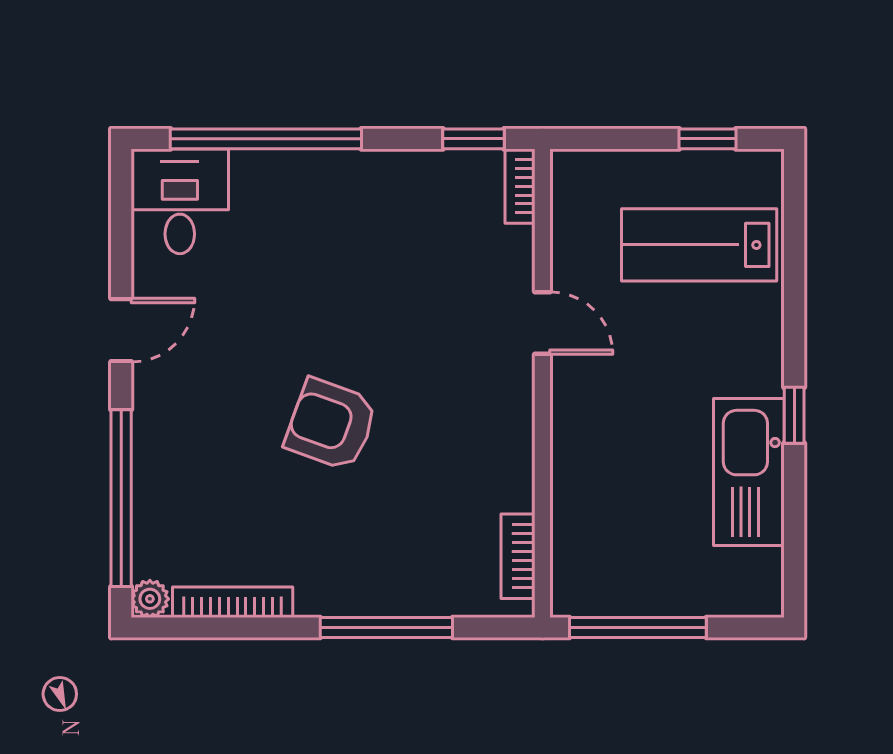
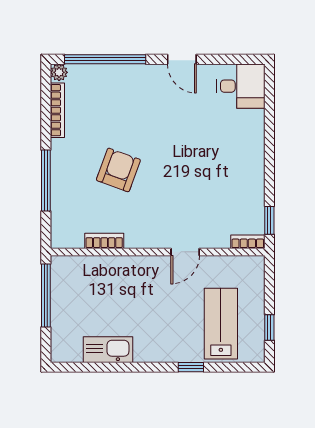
window: (266, 139) -> (269, 125), removed
window: (794, 415) -> (191, 367), moved
armchair: (331, 424) -> (118, 170), moved
kitchen sink: (749, 472) -> (108, 350), width x0.73, depth x0.81
bookcase: (518, 556) -> (104, 241), moved

